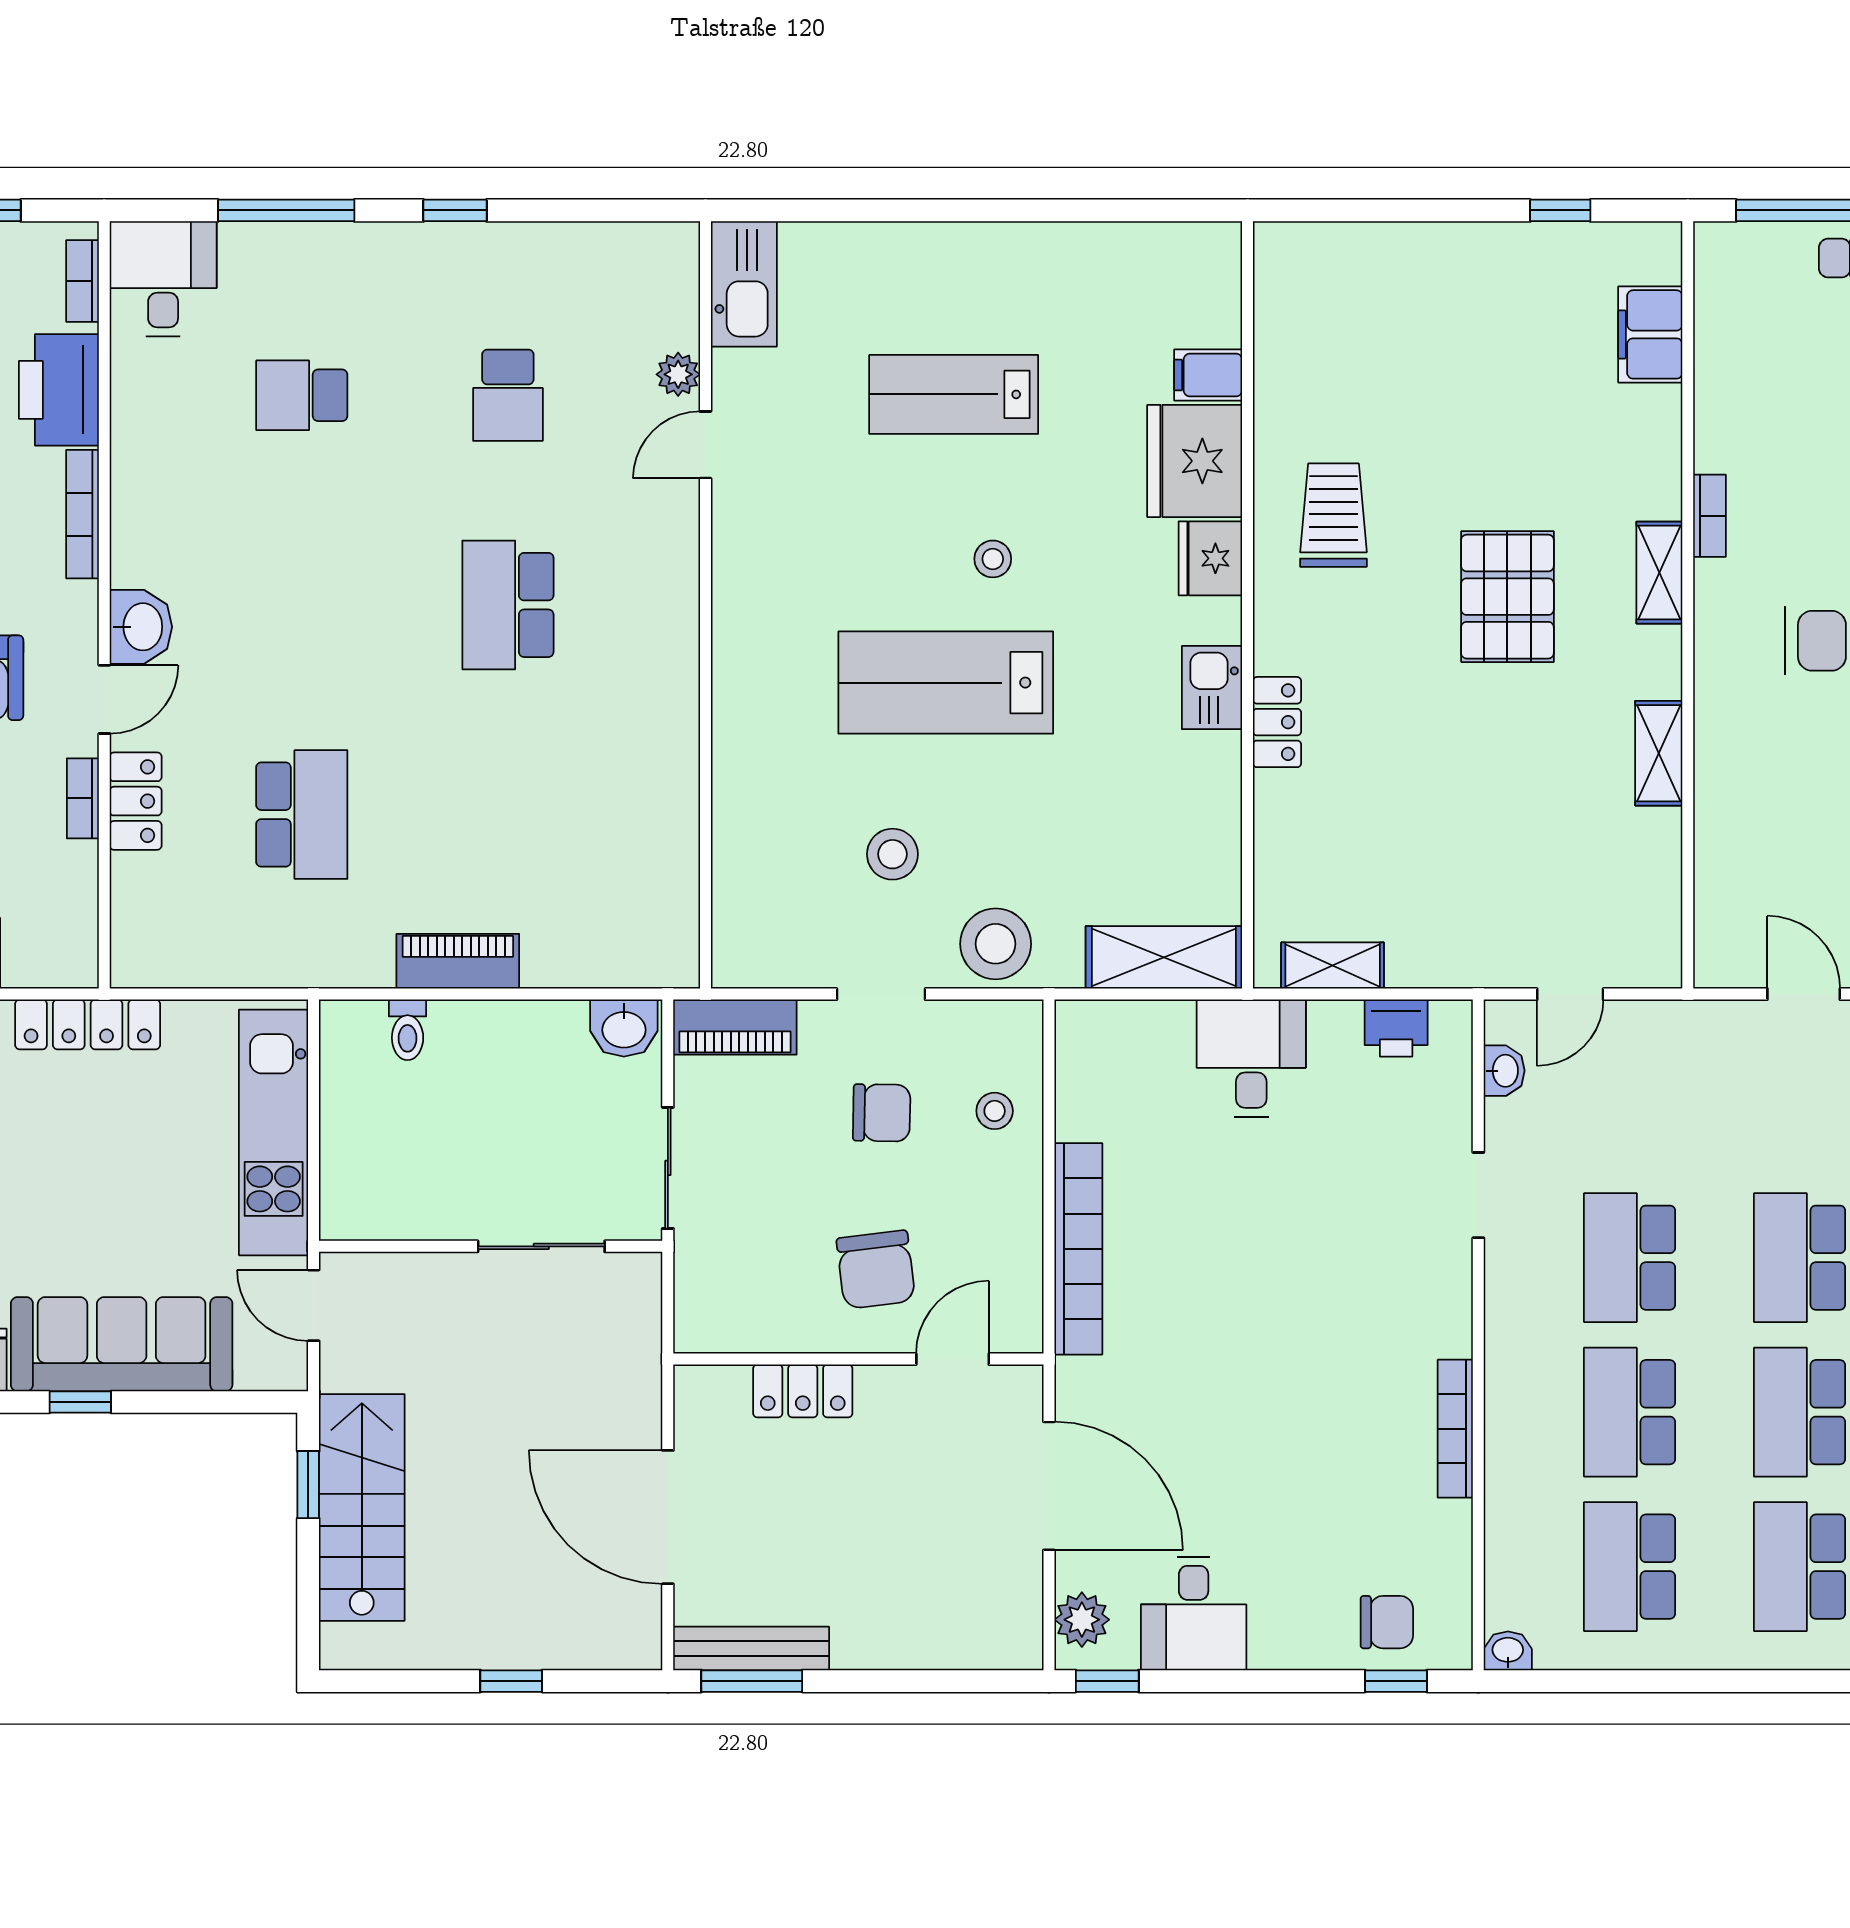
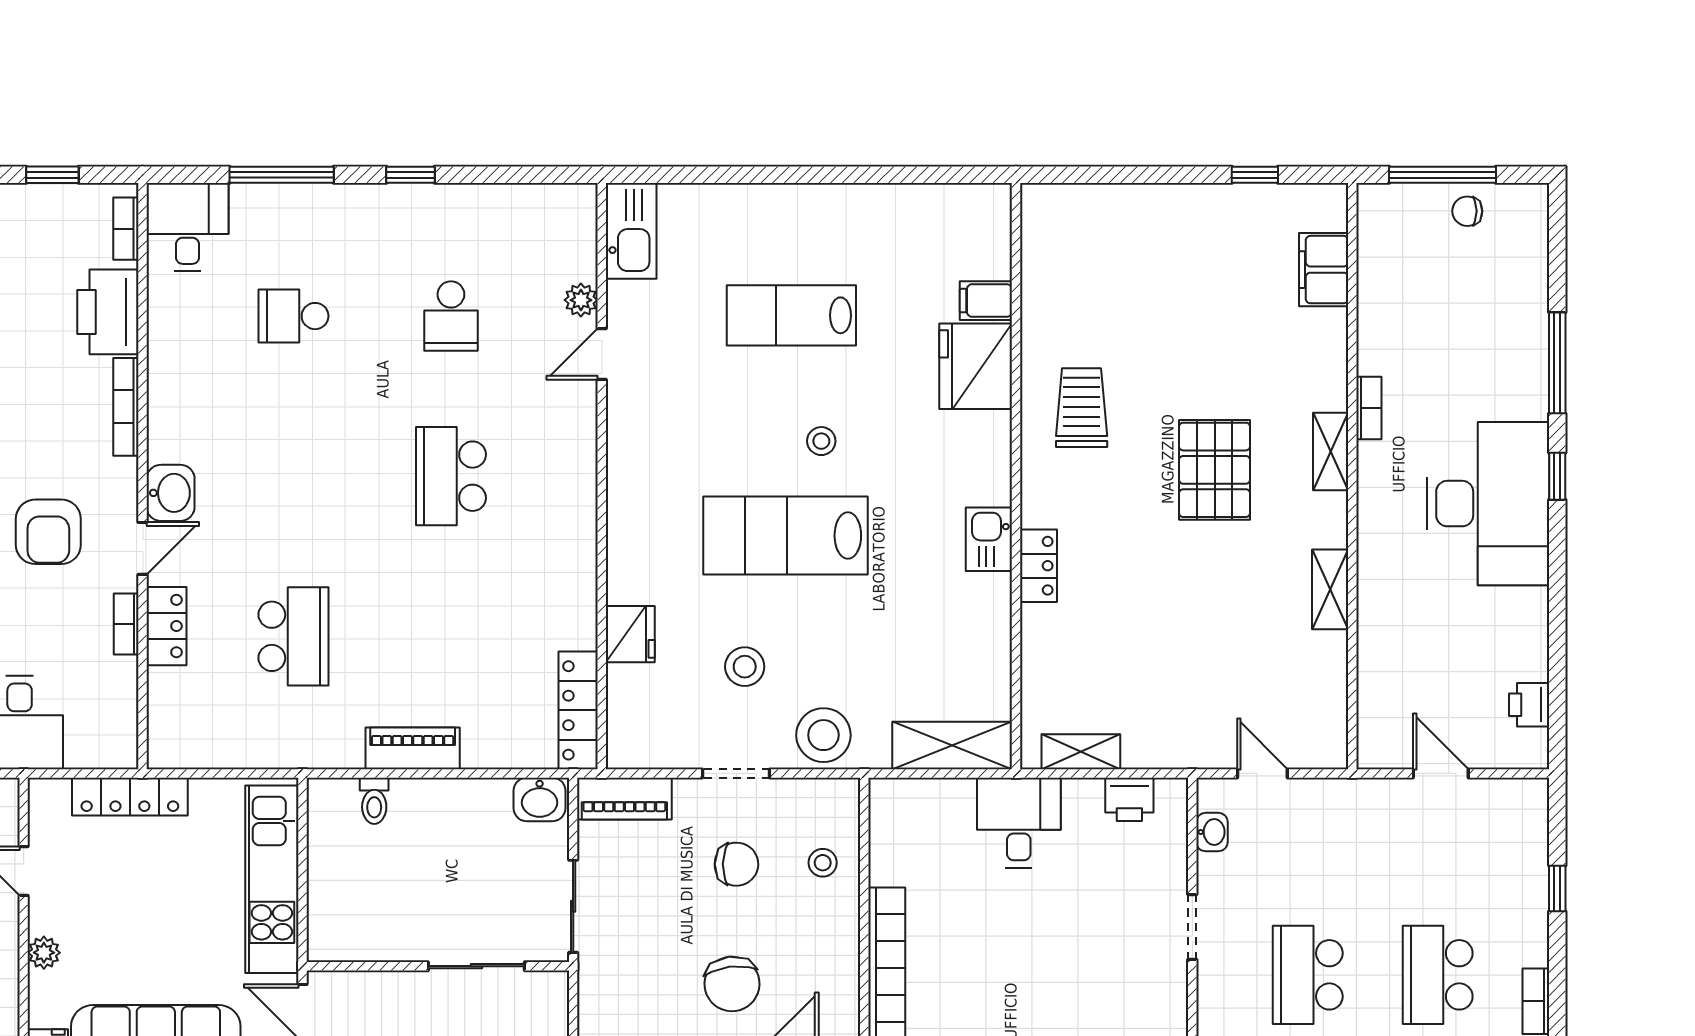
fridge: (1210, 558) -> (630, 634), moved, turned 180
locker: (675, 912) -> (578, 710), added
door: (1570, 994) -> (1262, 773), swing flipped

